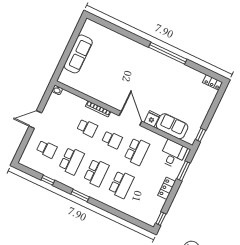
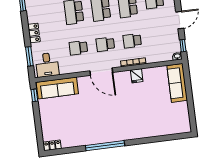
sofa: (78, 54) -> (177, 83), moved
window: (47, 96) -> (183, 46), added
fridge: (152, 119) -> (137, 76), moved
sofa: (172, 126) -> (57, 88), width x1.36
school desk: (137, 151) -> (78, 48), width x0.54

